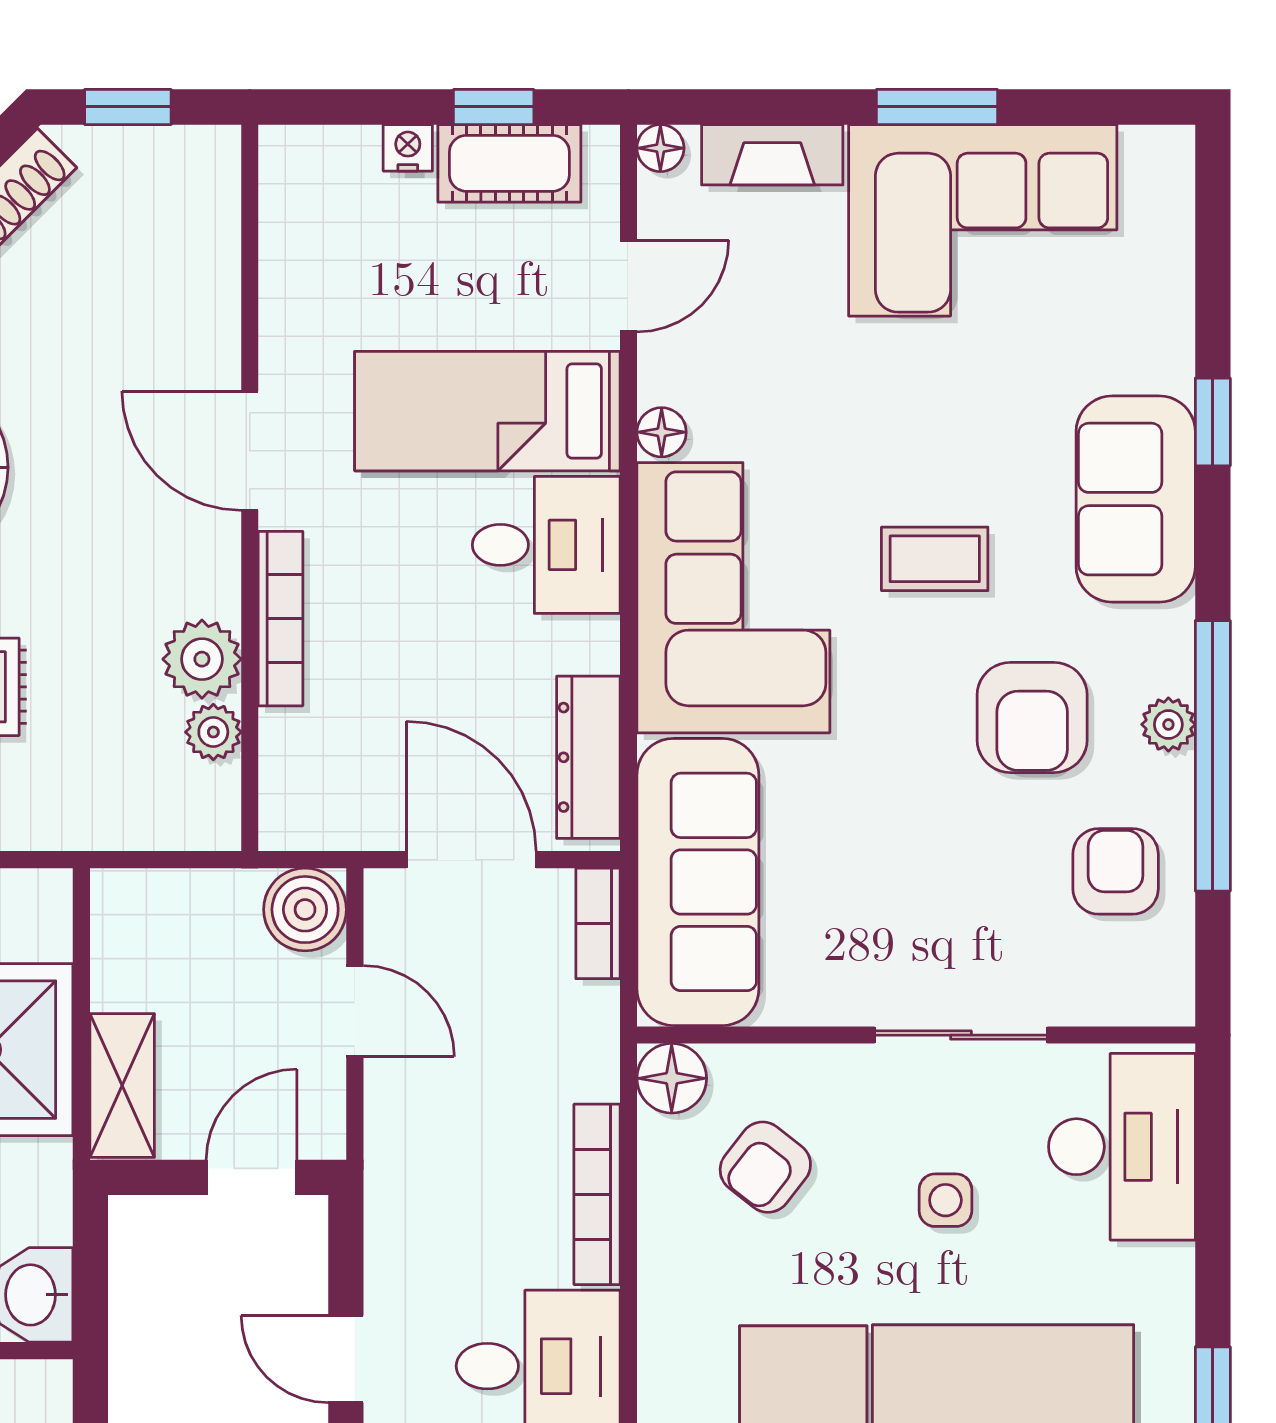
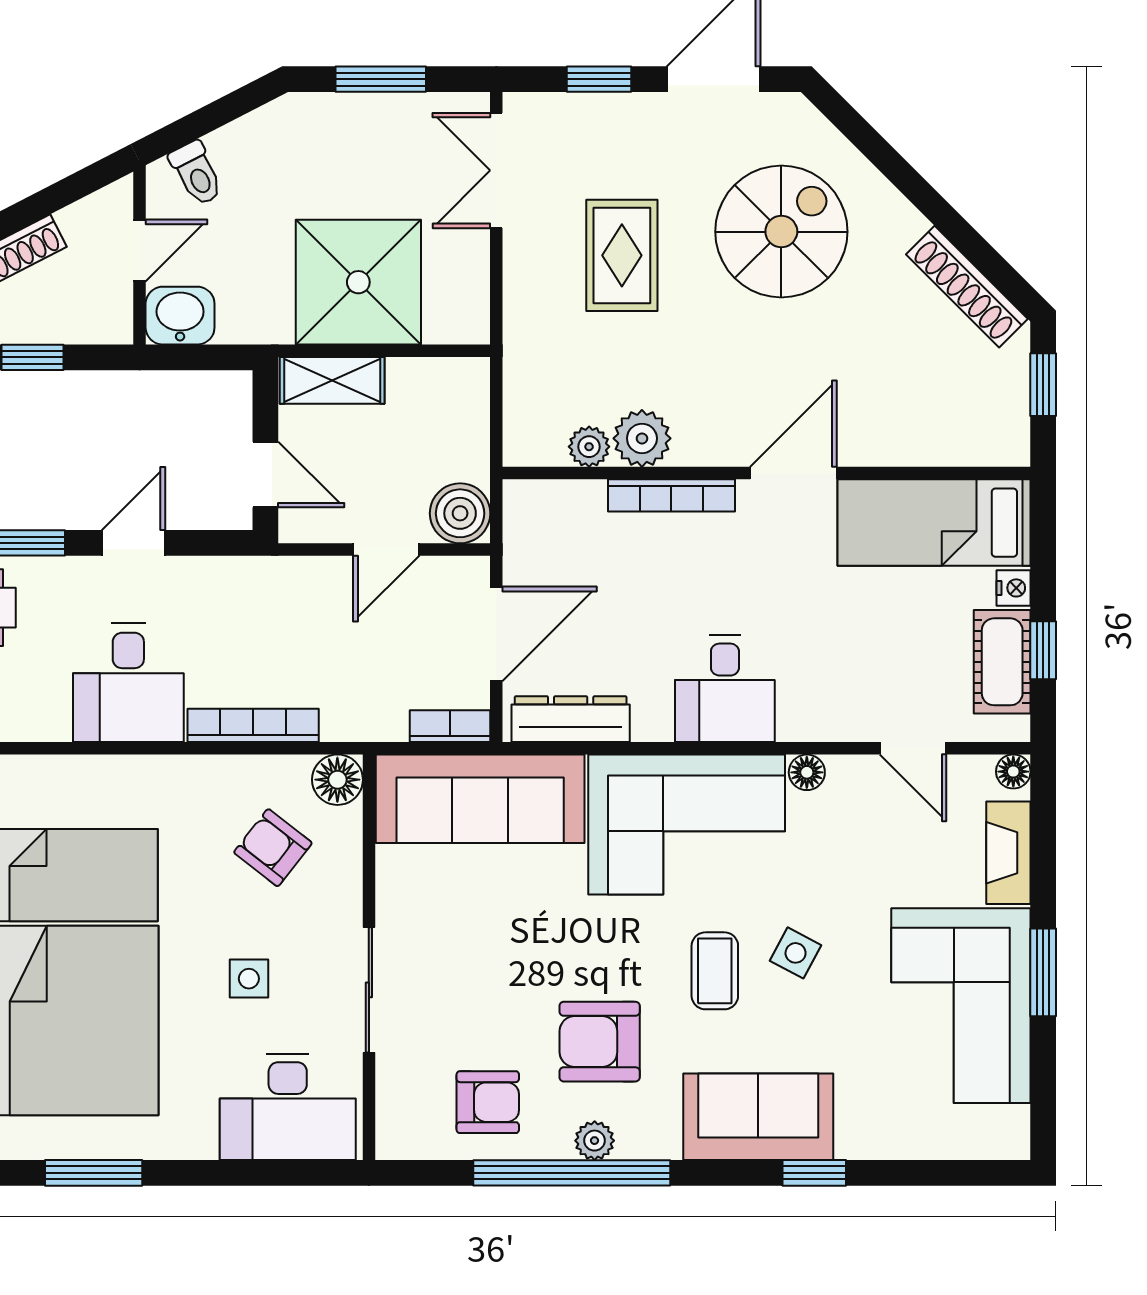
bed: (487, 411) -> (934, 523), moved, turned -90
side table: (910, 448) -> (796, 953), added

